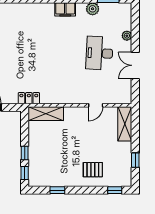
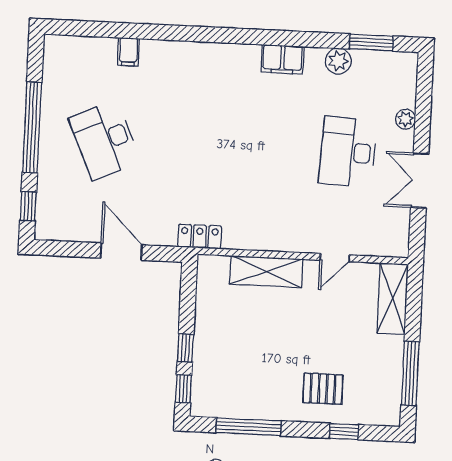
shelving: (46, 114) -> (266, 272), moved
window: (135, 160) -> (410, 373), width x2.17
window: (57, 190) -> (249, 427), width x2.17
window: (115, 190) -> (344, 431), moved

